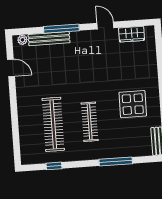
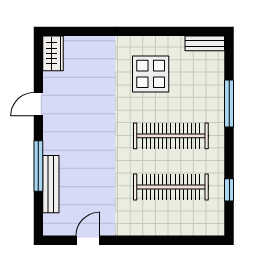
wardrobe: (132, 34) -> (53, 53), moved
plant: (22, 40) -> (50, 221), removed
clothes rail: (90, 122) -> (171, 136), width x1.37, depth x1.31

